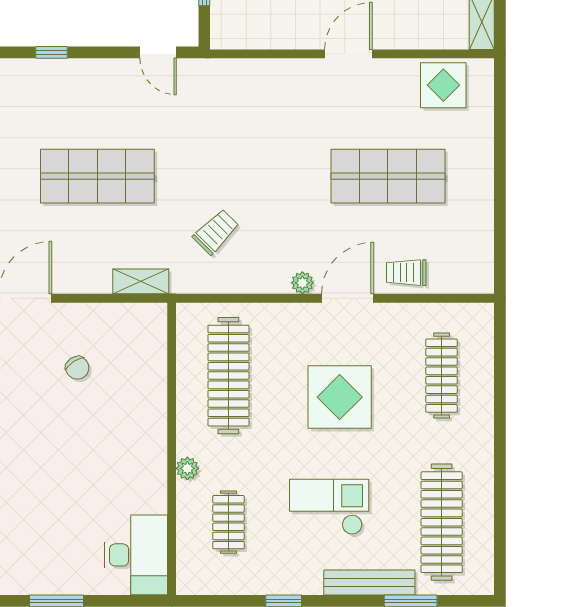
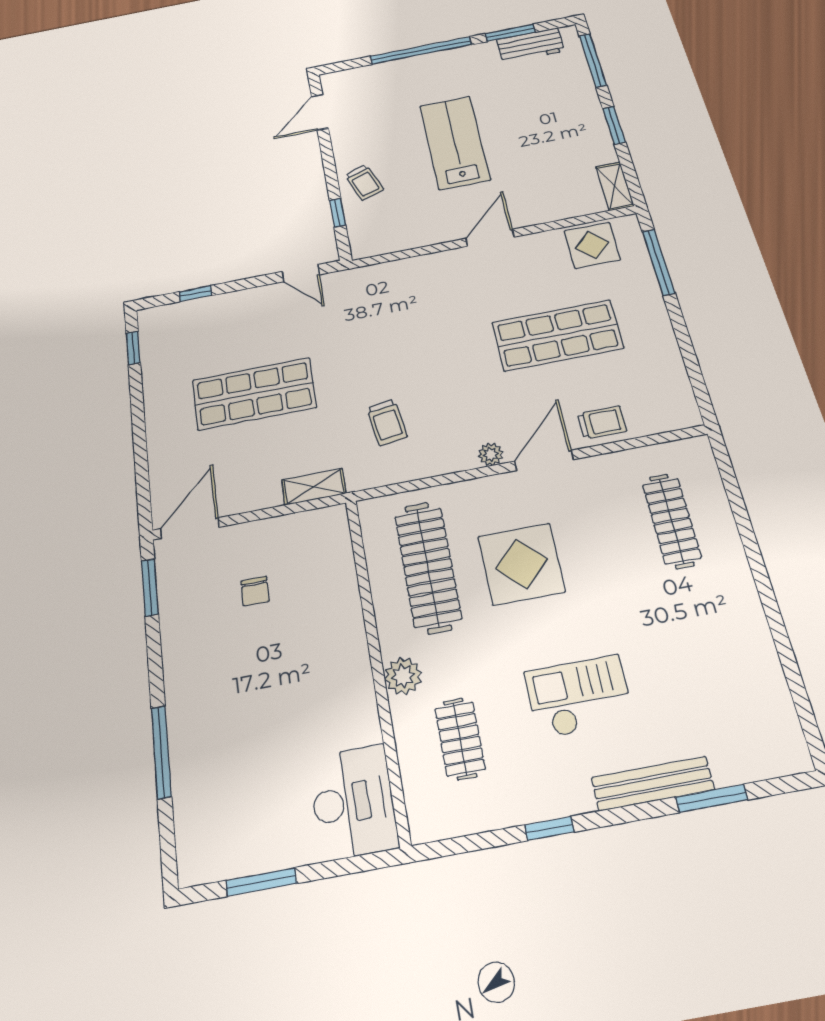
window: (500, 118) -> (659, 262), added
trolley: (216, 232) -> (387, 422), turned 127
trolley: (406, 273) -> (602, 422), turned 180
chair: (77, 368) -> (255, 591), turned 33
display table: (340, 397) -> (521, 564), moved
plant: (187, 468) -> (403, 676), width x1.38, depth x1.38
clothes rail: (442, 522) -> (721, 690), removed

